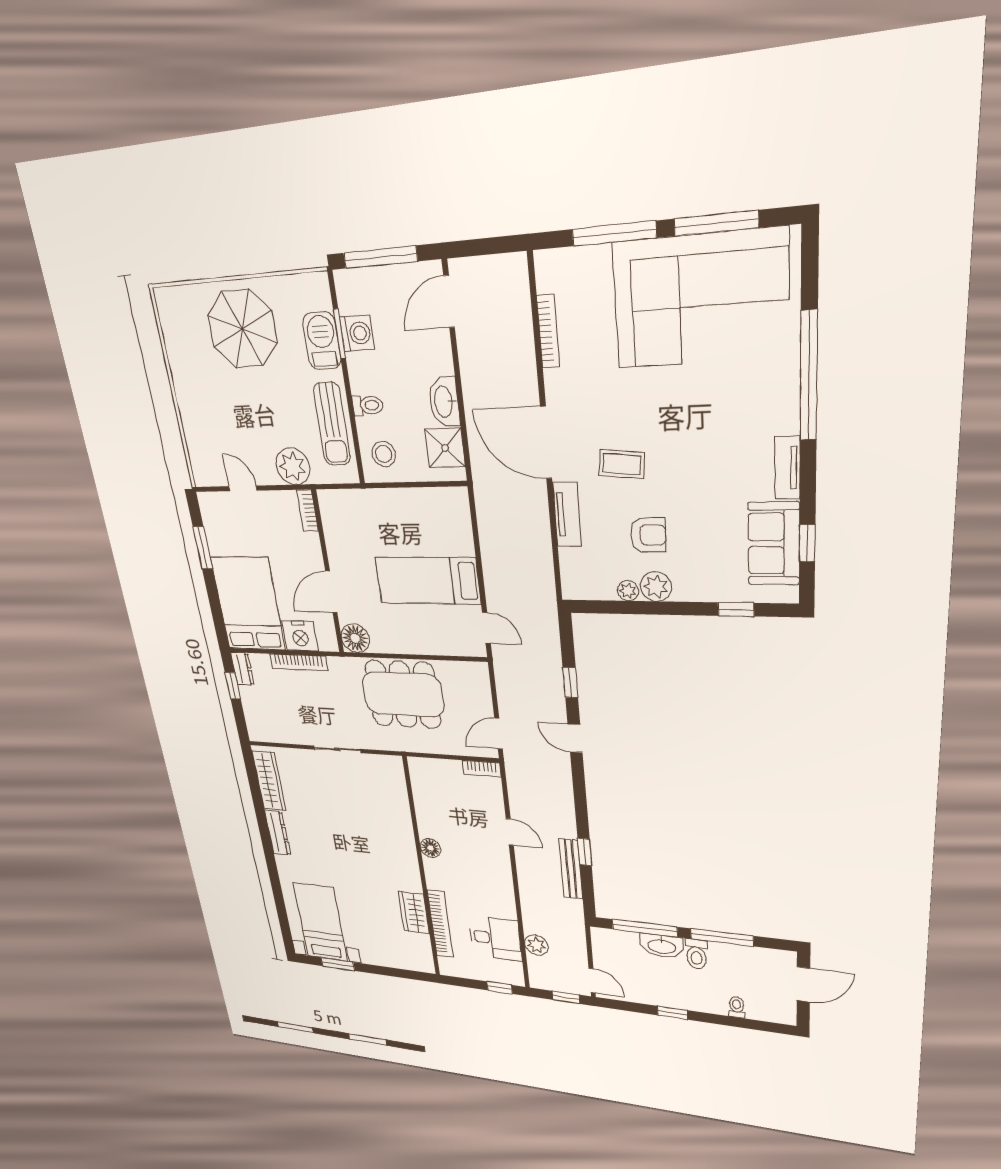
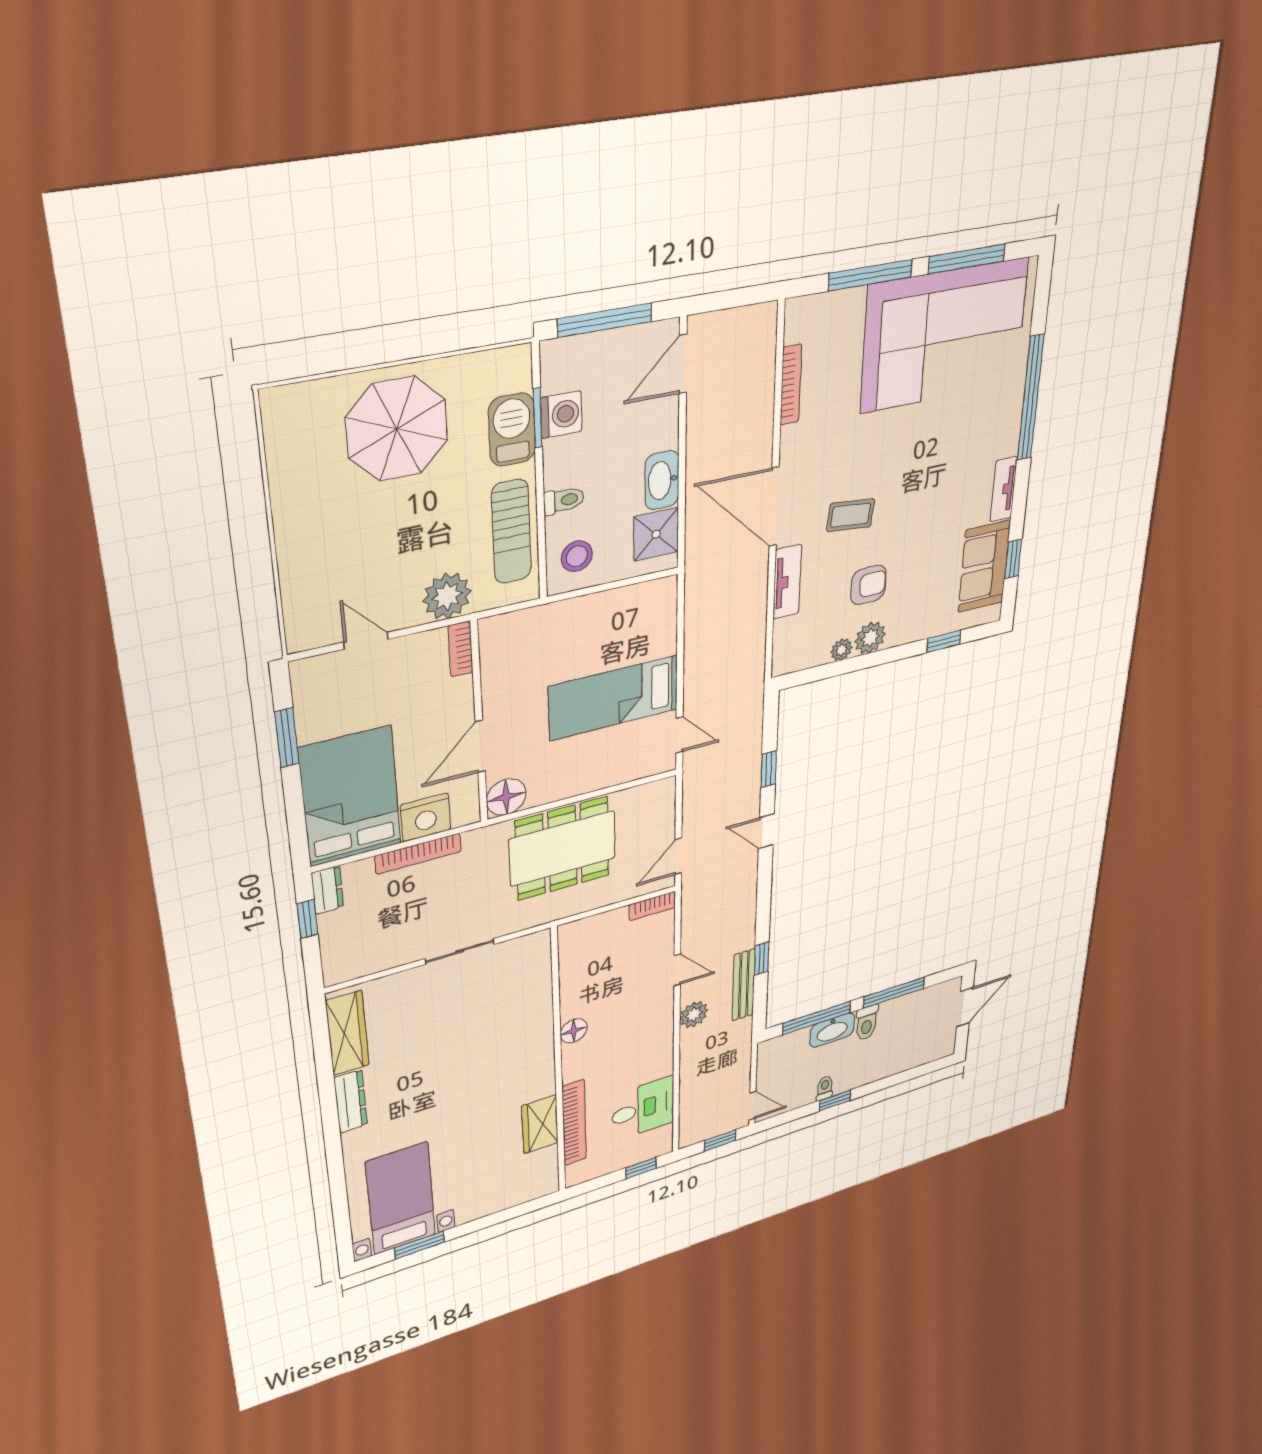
plant: (536, 945) -> (694, 1014), moved
toilet: (737, 1007) -> (825, 1088), moved

